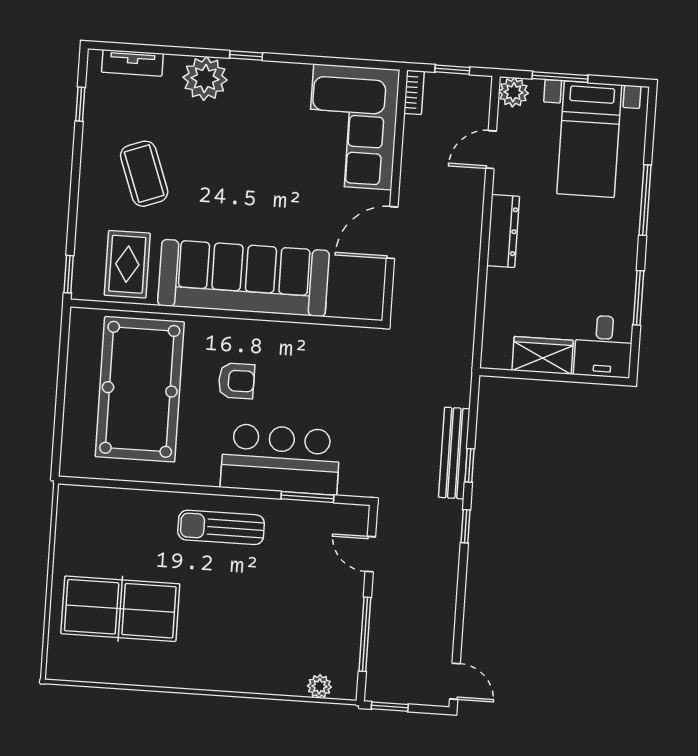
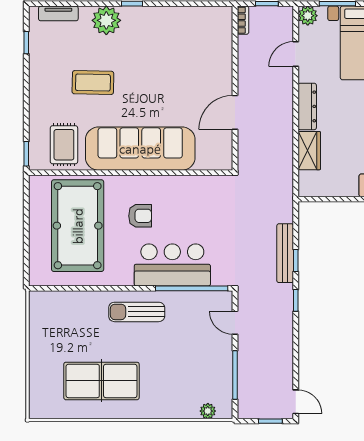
corner sofa: (353, 127) -> (205, 45), removed
coffee table: (144, 174) -> (93, 83), moved, turned -69
wardrobe: (543, 355) -> (309, 151), moved, turned 90
window: (307, 497) -> (192, 288), width x2.11
table tennis table: (120, 609) -> (101, 381), moved
window: (390, 707) -> (270, 421), moved

